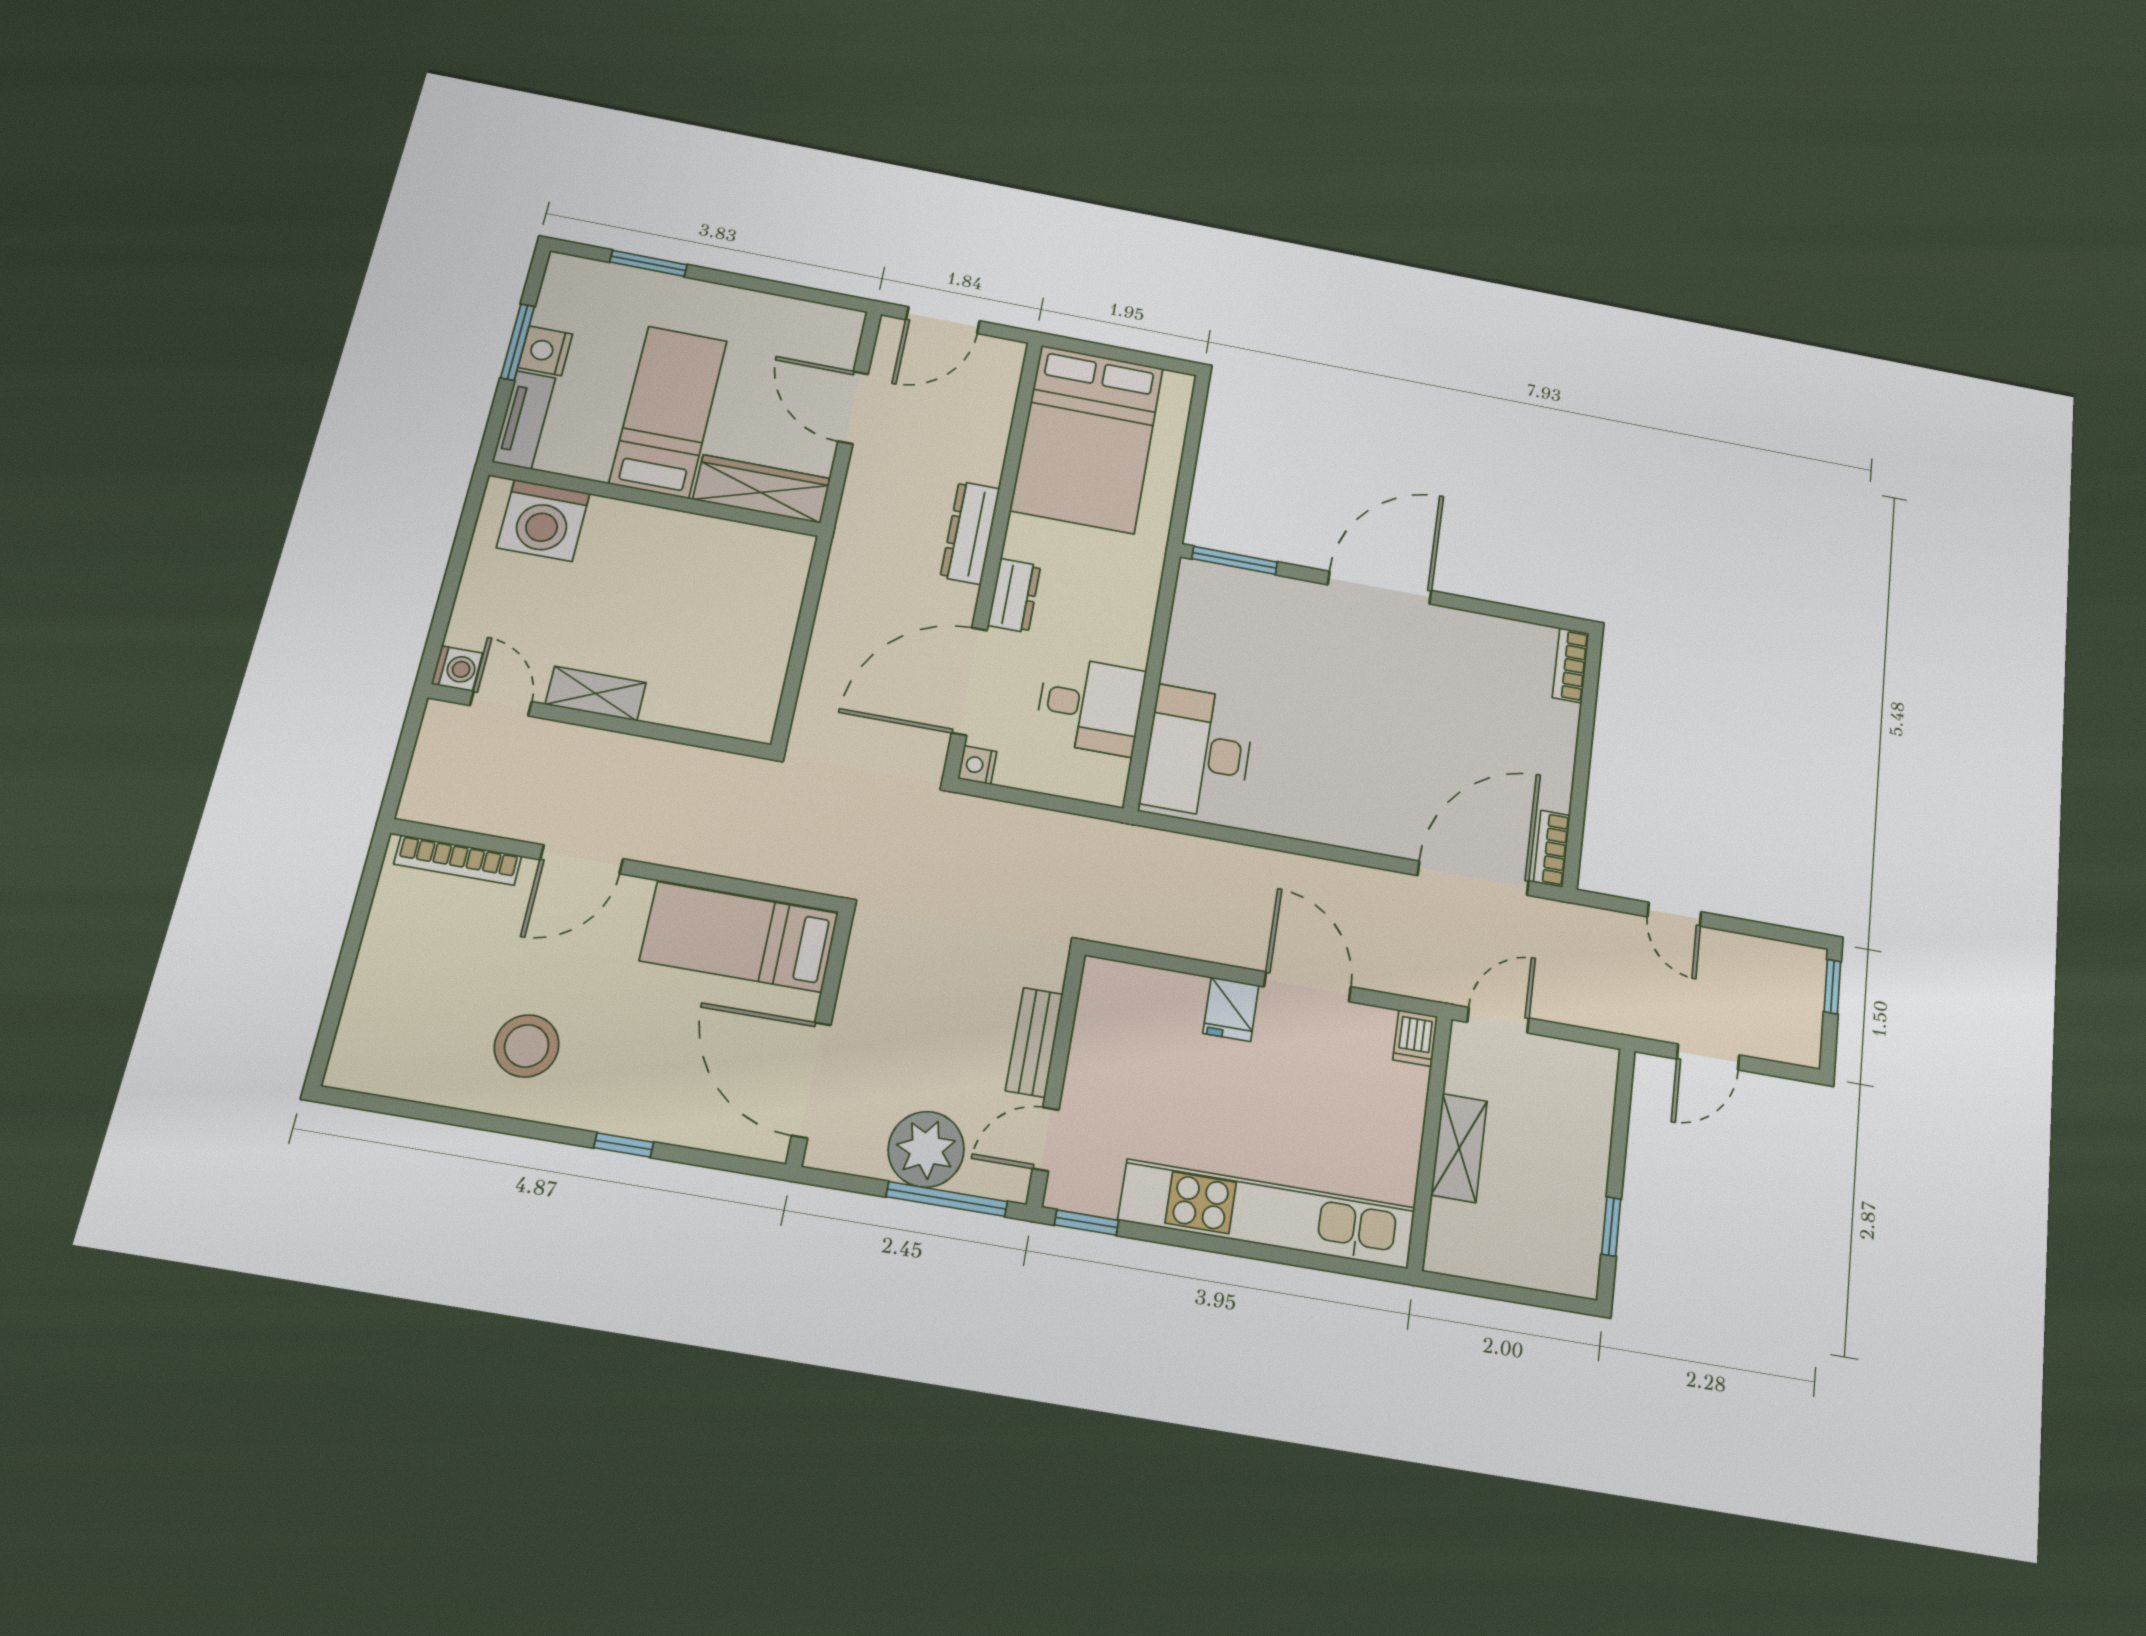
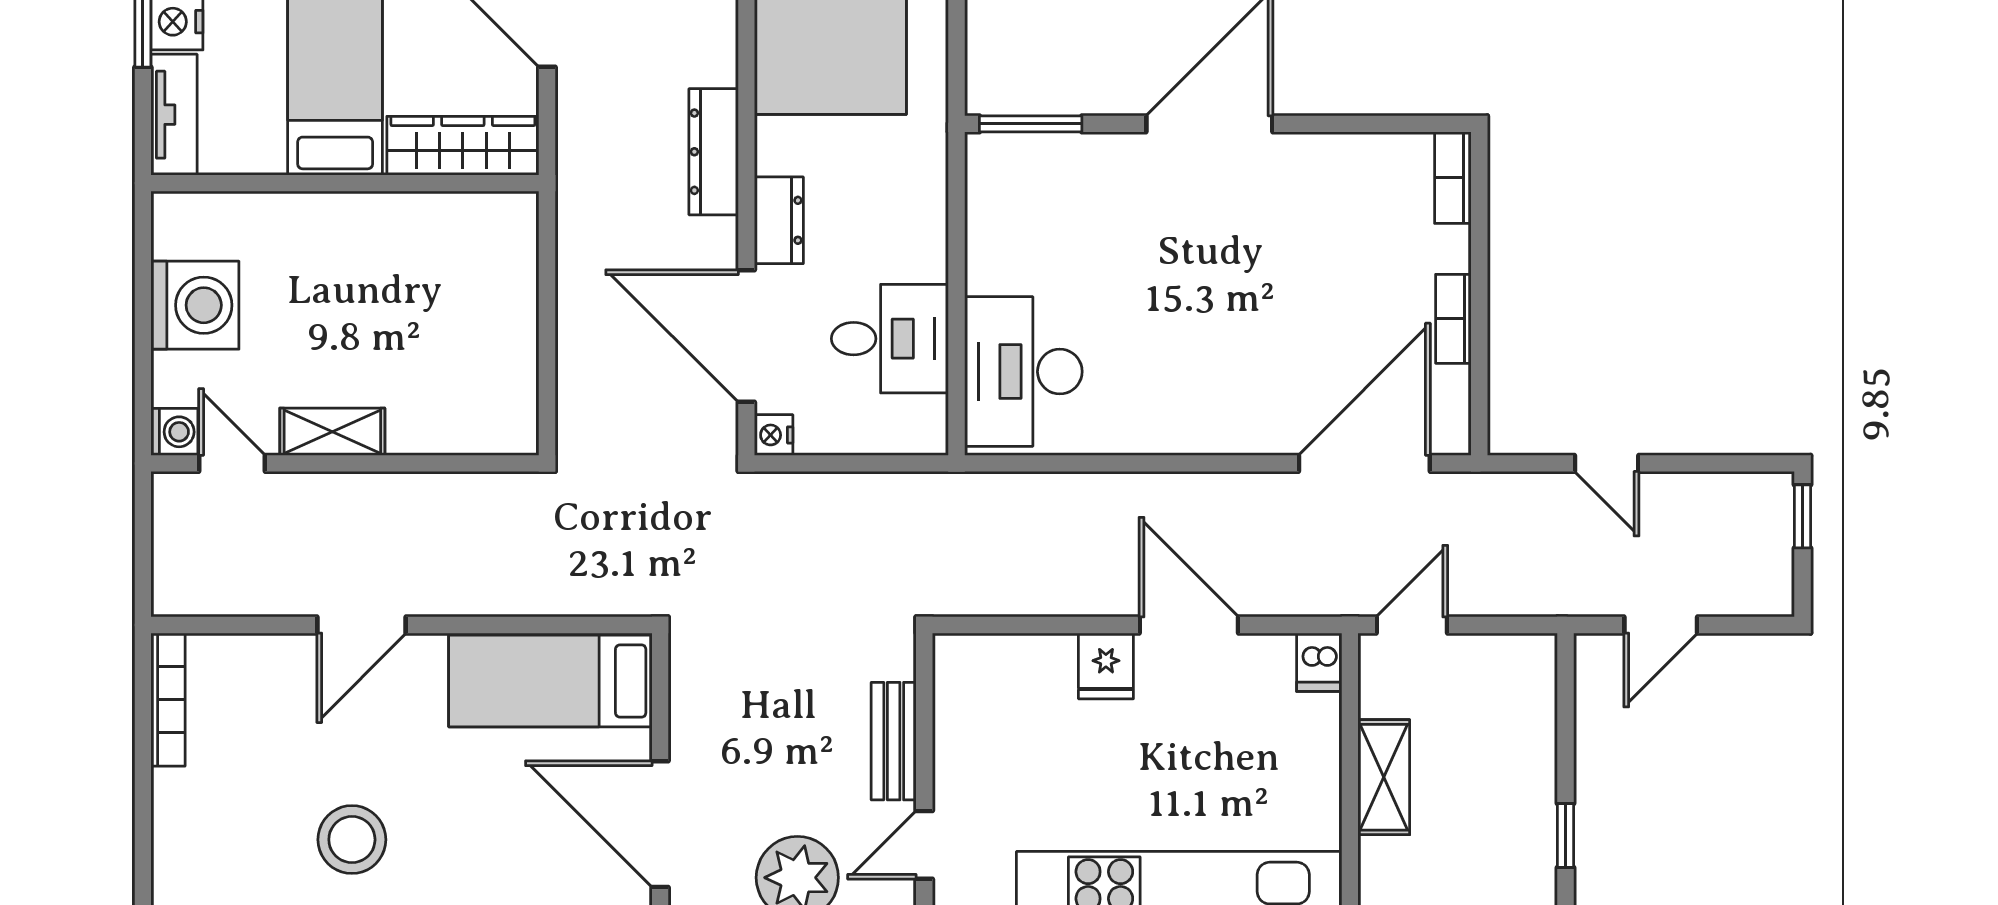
washing machine: (543, 520) -> (195, 305), moved, turned -90
door: (969, 681) -> (746, 336), hinge flipped
bookcase: (1552, 849) -> (1453, 319), moved
bookcase: (458, 860) -> (168, 700), moved, turned -90

